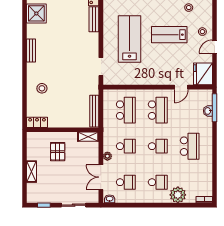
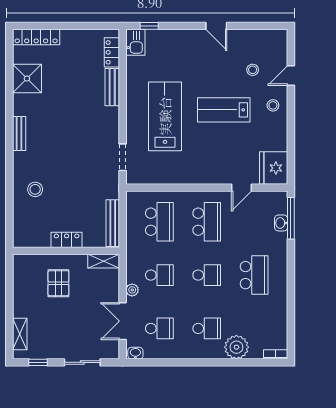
door: (215, 47) -> (291, 75), moved
locker: (37, 122) -> (67, 240), moved
shelving: (31, 172) -> (20, 334), moved

